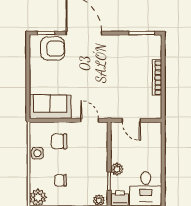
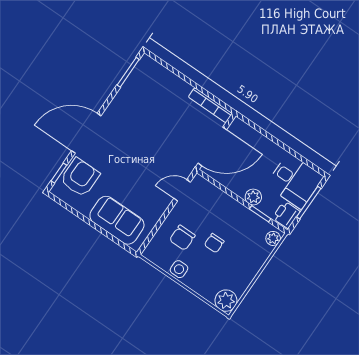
bookcase: (157, 78) -> (210, 105), moved
sofa: (50, 107) -> (117, 220), moved, turned 90
door: (131, 120) -> (212, 146), width x1.87
chair: (61, 180) -> (214, 243), moved

